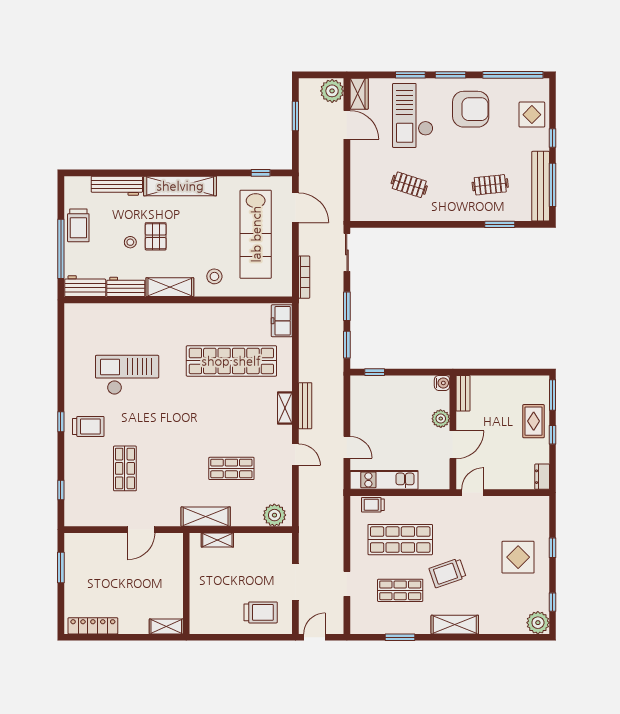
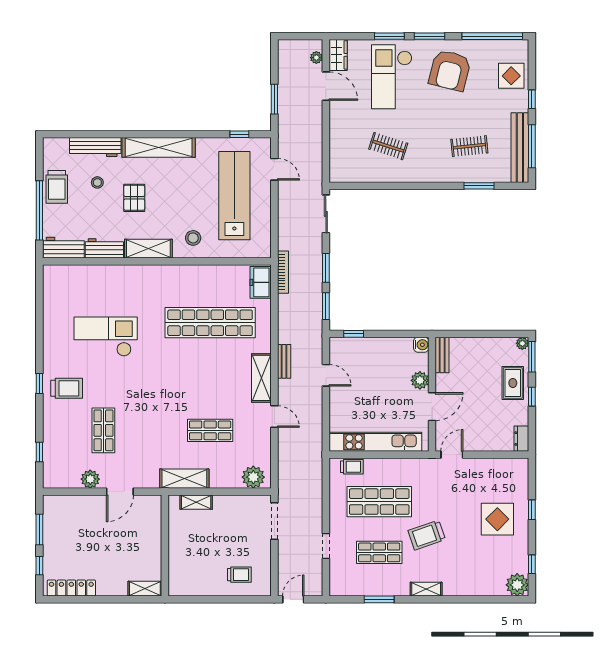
plant: (332, 91) -> (316, 58), width x0.53, depth x0.53
armchair: (471, 109) -> (450, 70), turned 104
window: (295, 116) -> (274, 99), moved
door: (295, 208) -> (274, 169), width x0.73
lab bench: (256, 234) -> (234, 196), turned 180
stool: (130, 242) -> (97, 182), moved
bookcase: (304, 277) -> (283, 272), moved
plant: (543, 382) -> (522, 343), added
bench: (305, 406) -> (284, 361), width x0.73
shelving: (285, 408) -> (261, 378), width x1.50, depth x1.33
door: (347, 447) -> (326, 375), moved
kitchen unit: (384, 480) -> (375, 442), width x1.36
trolley: (373, 505) -> (352, 467), turned 180
plant: (112, 517) -> (90, 479), added
doorway: (295, 582) -> (274, 521), moved
window: (61, 604) -> (39, 566), added
trolley: (261, 612) -> (239, 575), width x0.73, depth x0.72
shelving: (455, 625) -> (426, 589), width x0.67, depth x0.75

